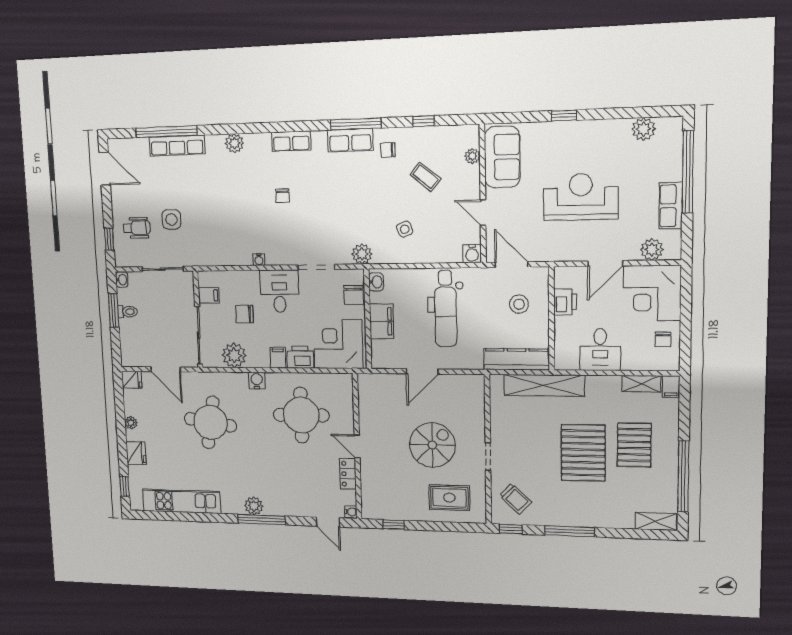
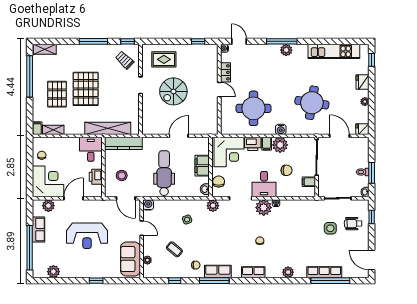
plant: (279, 252) -> (264, 208), added
desk: (600, 350) -> (91, 149), moved
plant: (234, 355) -> (280, 145), moved

